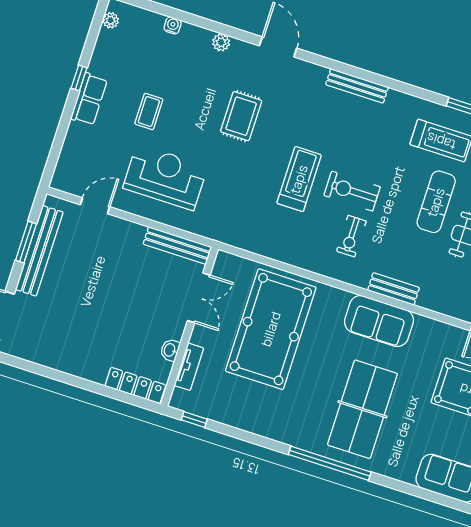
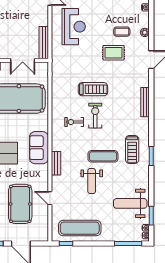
coffee table: (149, 111) -> (122, 32), moved
bench: (393, 289) -> (56, 163), moved

